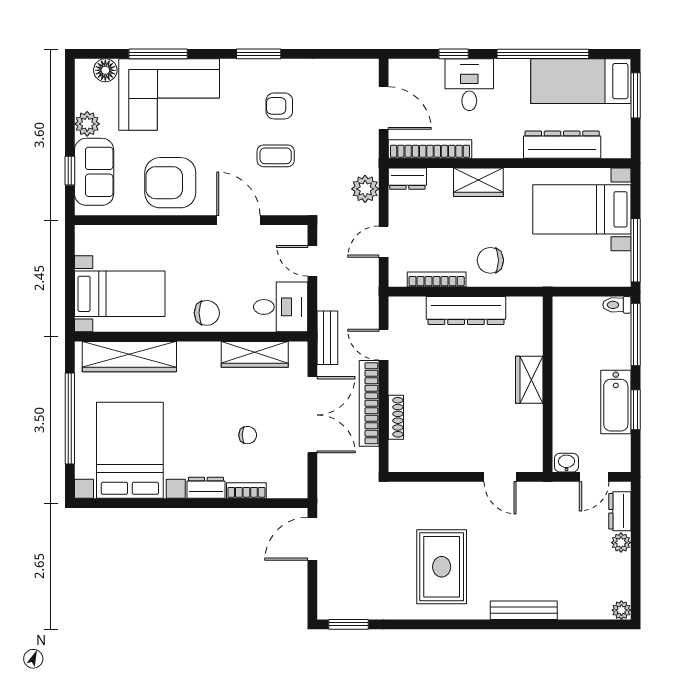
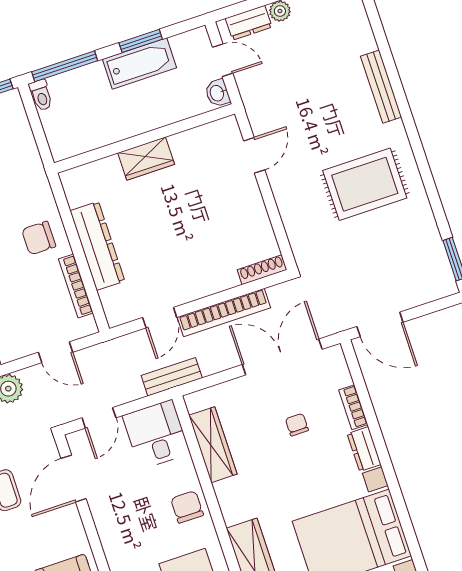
door: (238, 220) -> (74, 479), moved
chair: (490, 260) -> (39, 238), turned 90
double door: (312, 415) -> (282, 357), moved
shoe rack: (396, 417) -> (262, 270), moved

